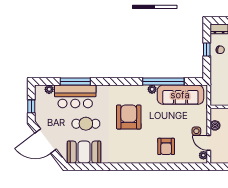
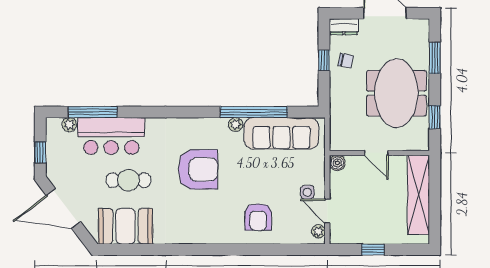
window: (75, 82) -> (93, 112), moved
armchair: (129, 117) -> (198, 169), turned 90
boiler: (215, 125) -> (337, 163), moved

